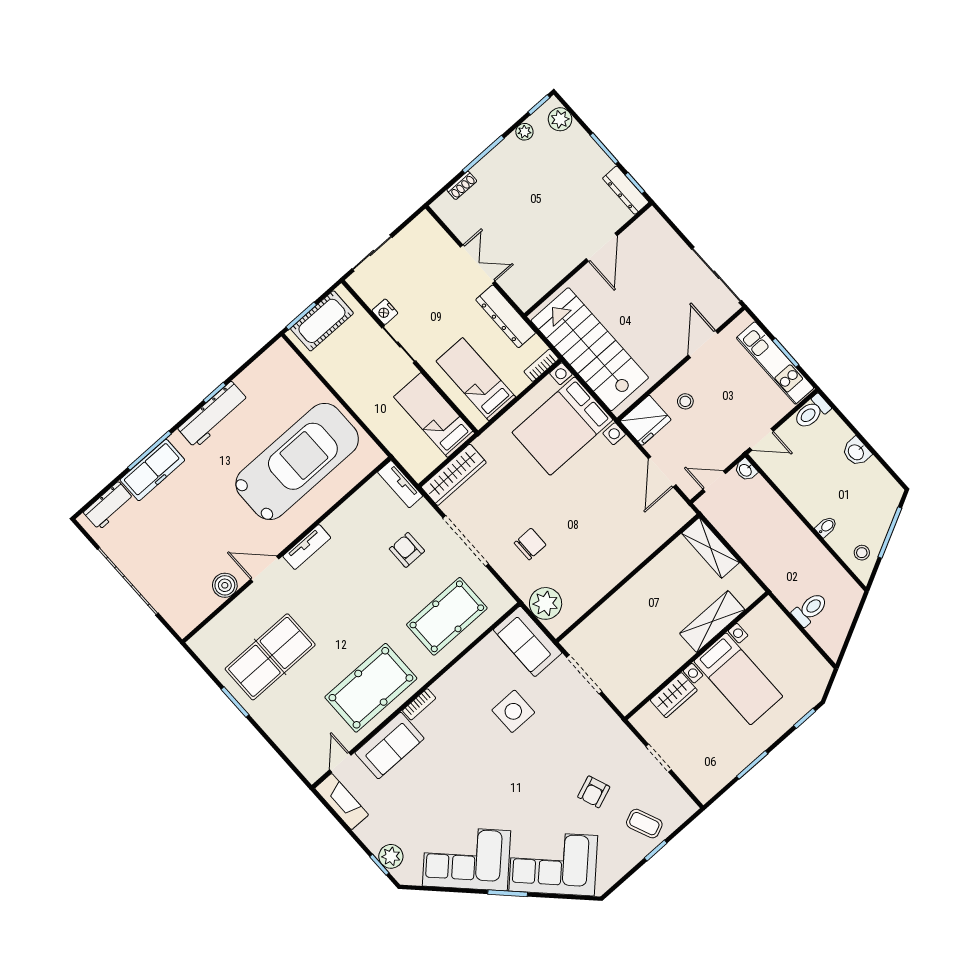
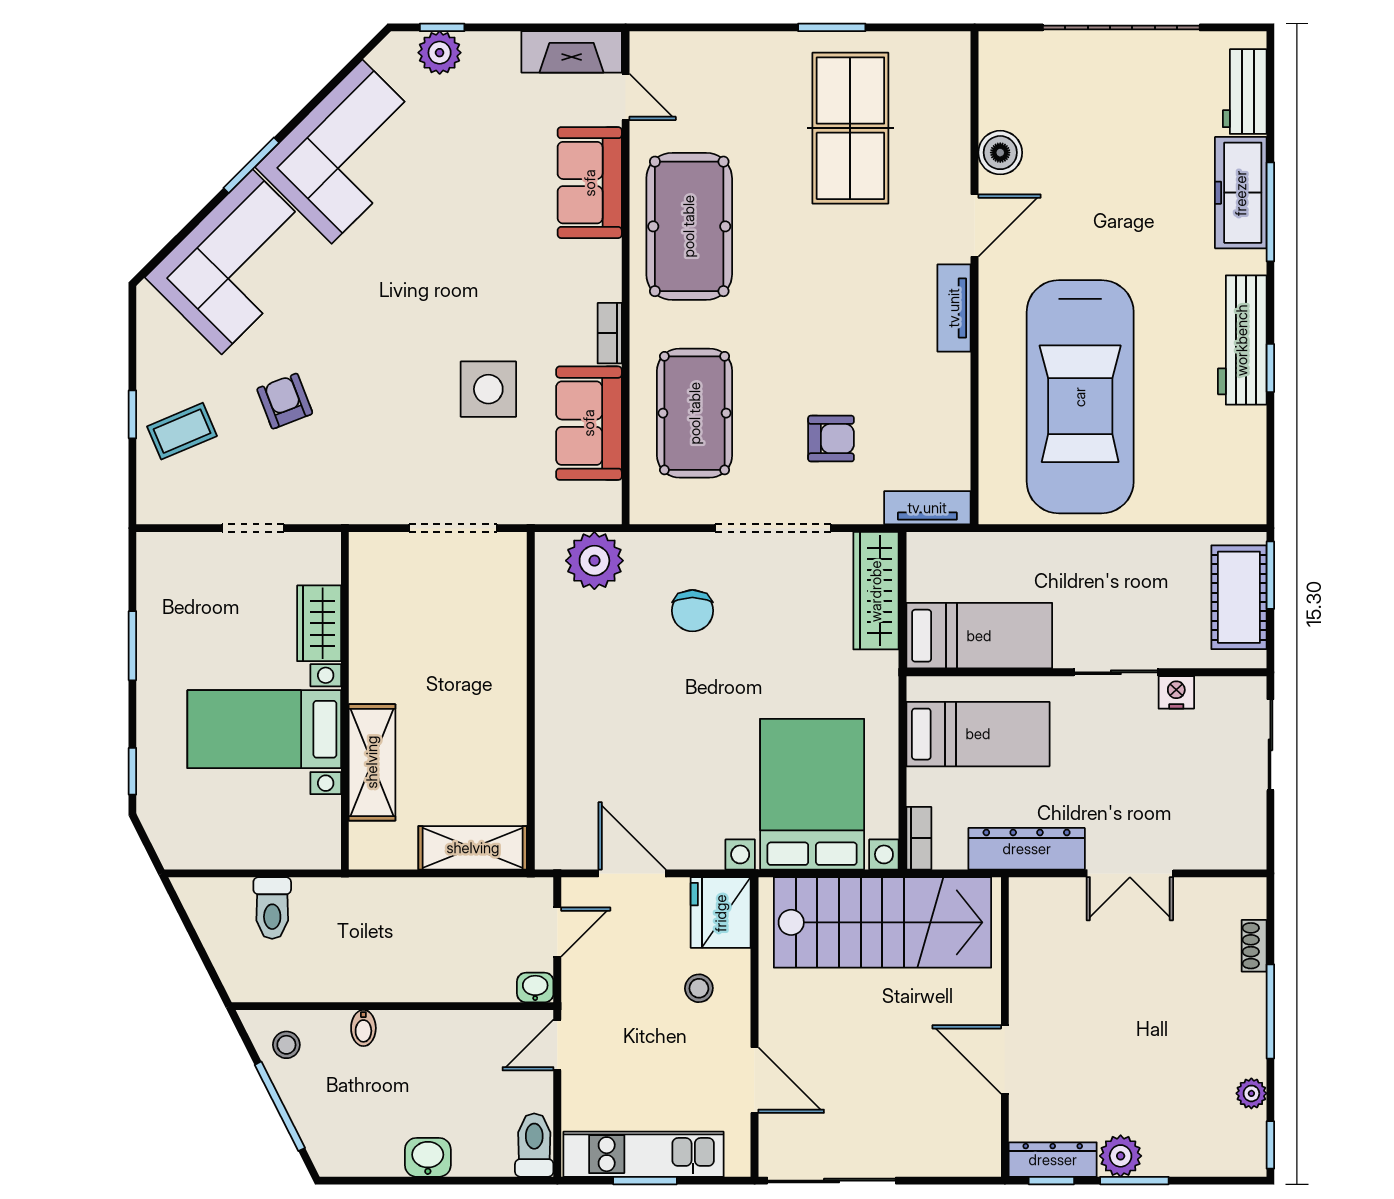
plant: (560, 119) -> (1121, 1156), moved
sofa: (528, 641) -> (589, 423), moved, turned -90
bookcase: (419, 704) -> (610, 333), moved

